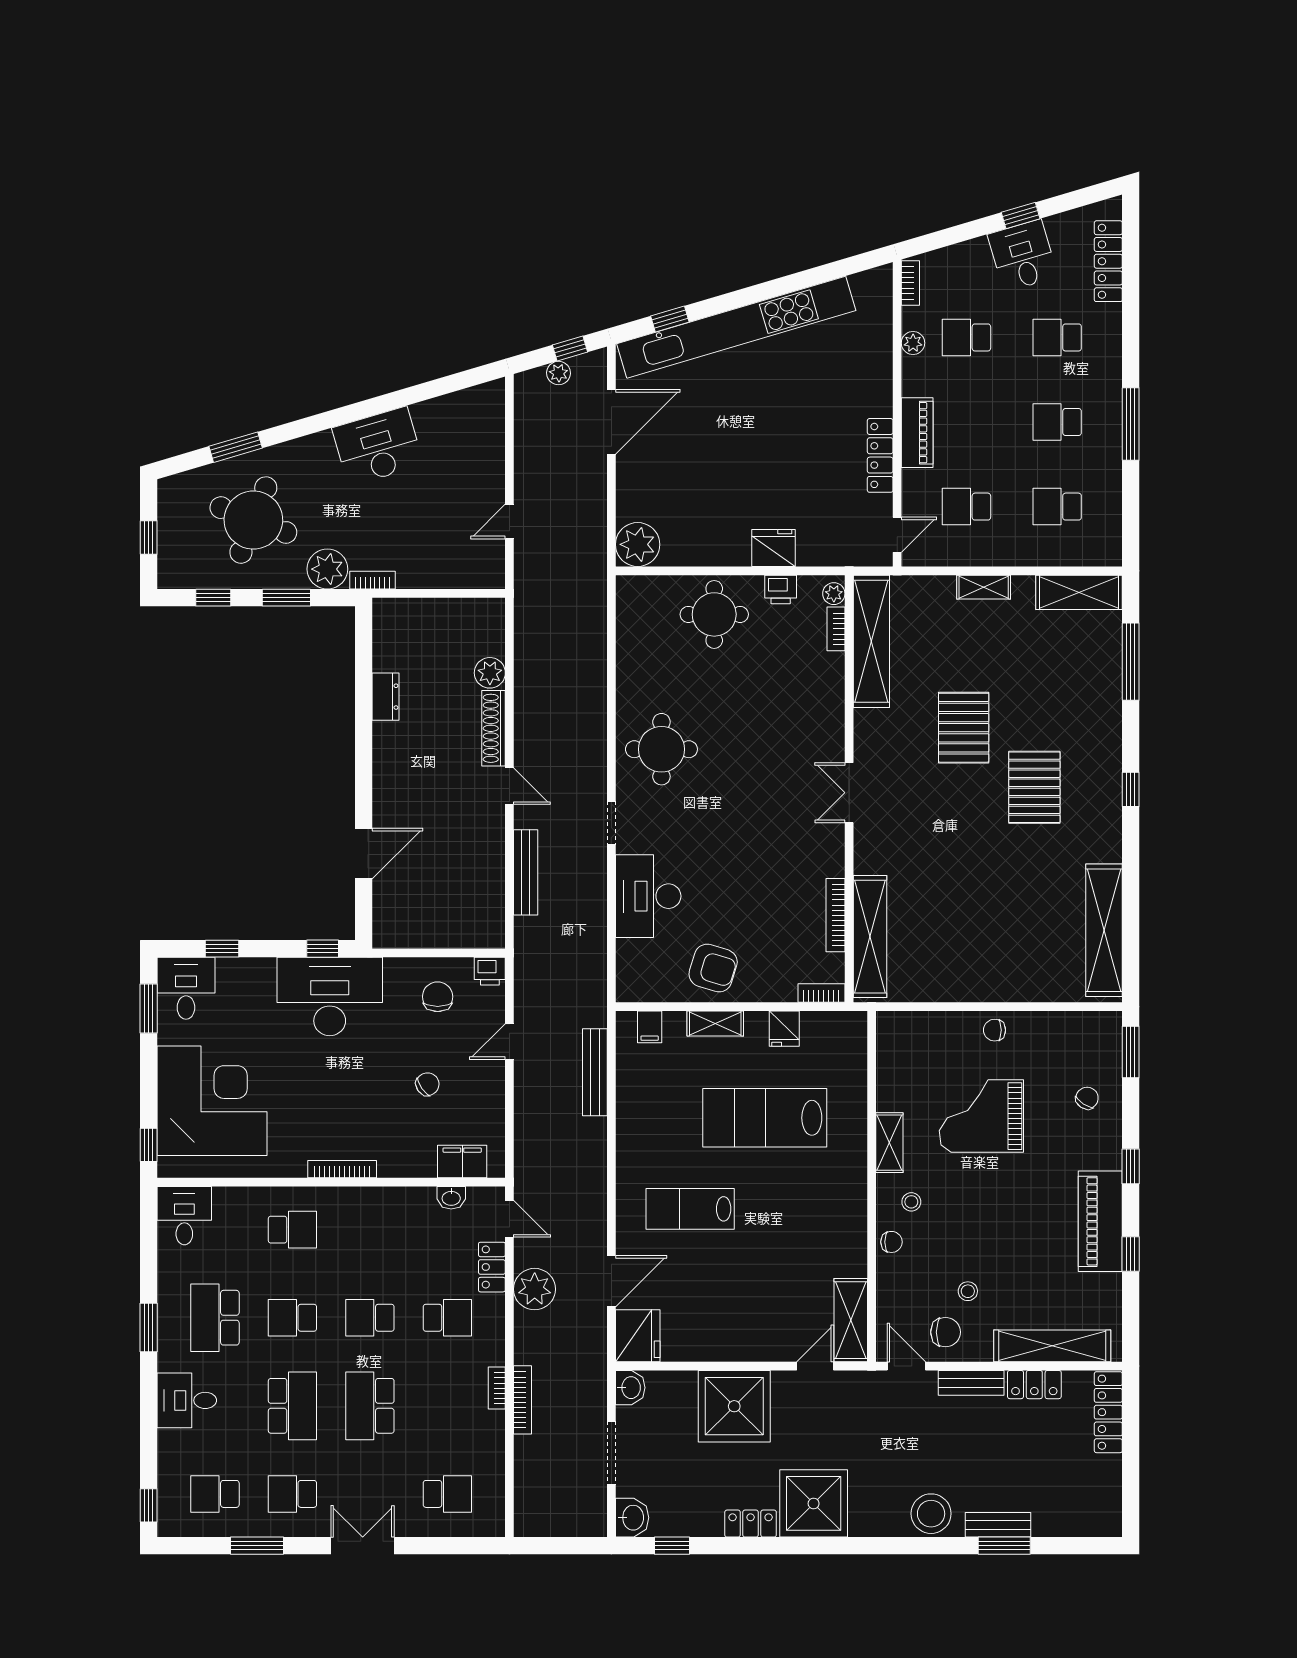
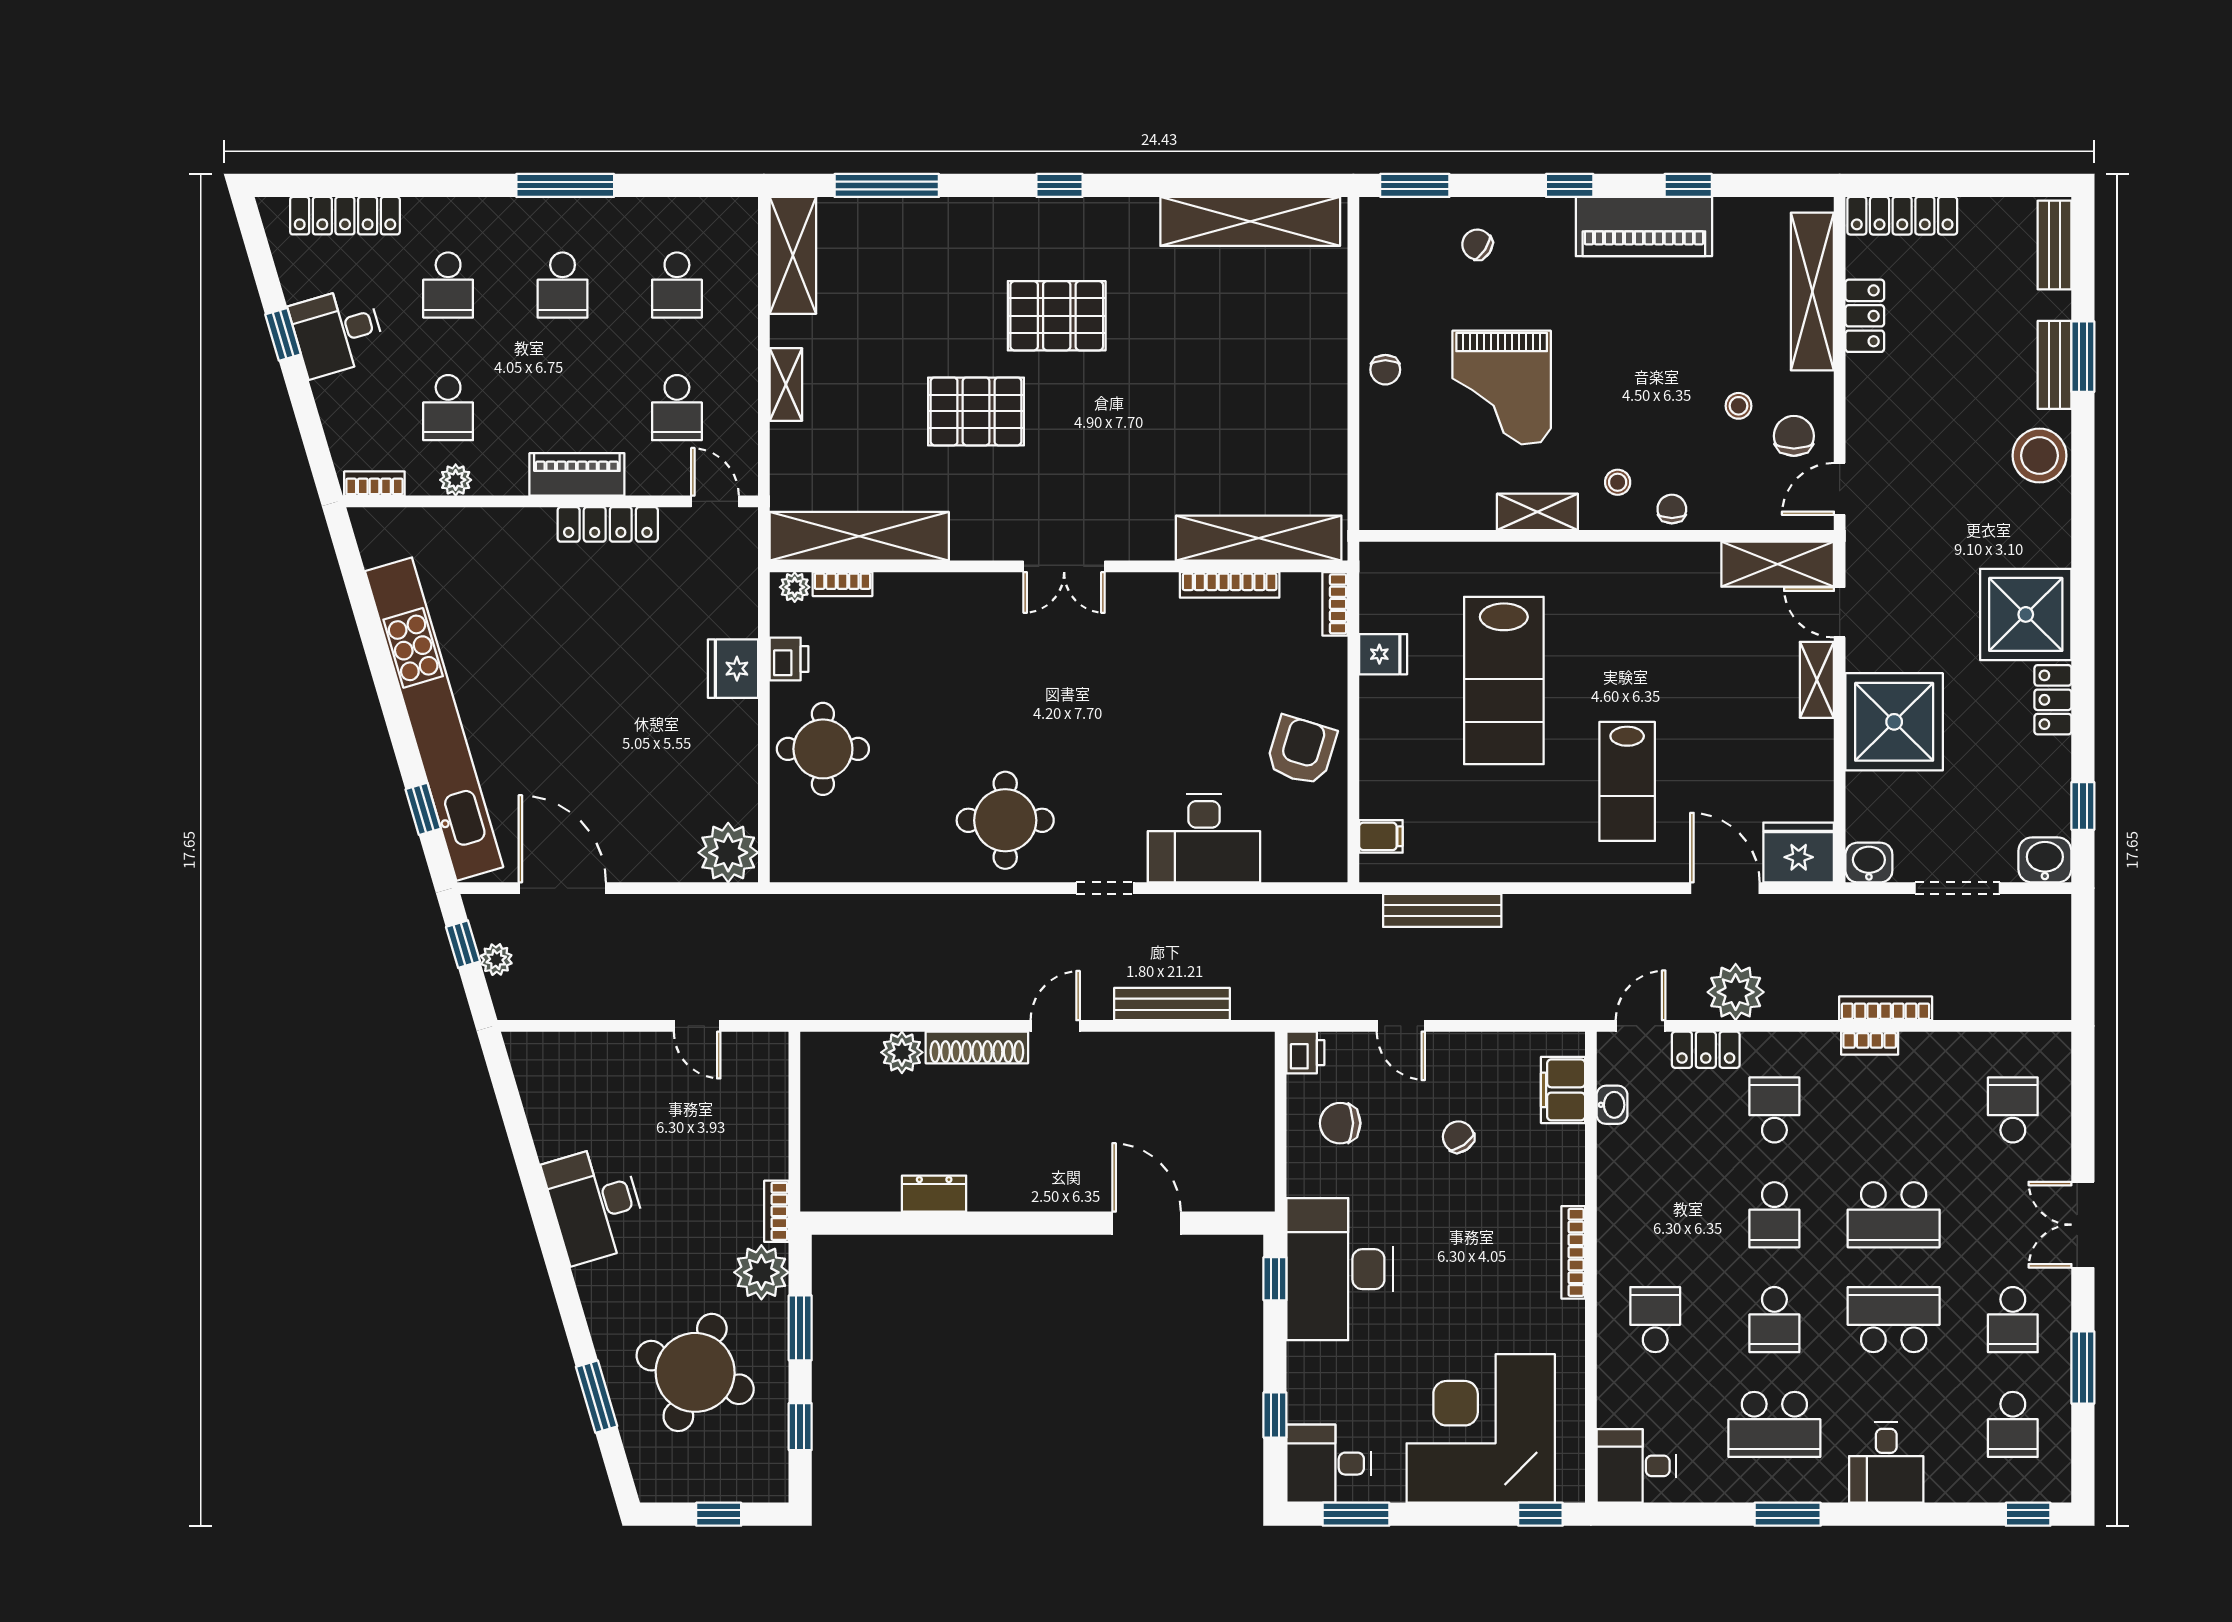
shelving: (715, 1023) -> (1817, 680), moved
bench: (971, 1383) -> (2054, 245), moved

